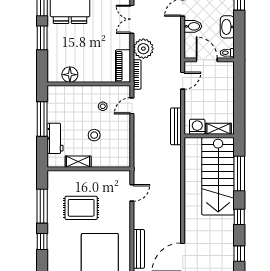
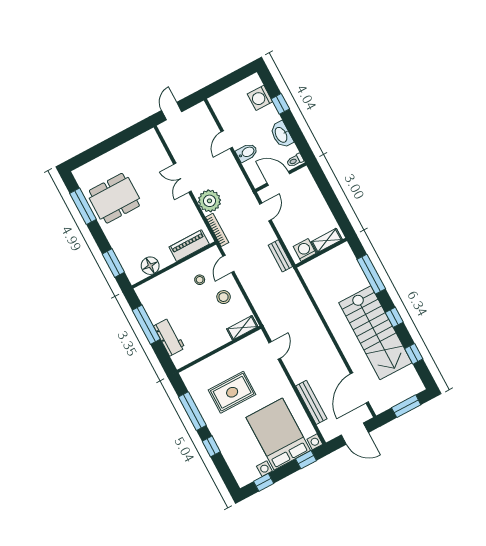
window: (42, 38) -> (113, 263), moved
piano: (123, 66) -> (189, 246), moved, turned 90
bench: (176, 126) -> (280, 256), width x0.73
stool: (94, 135) -> (224, 297), moved
shelving: (78, 162) -> (242, 328), moved
stairs: (218, 176) -> (375, 333), moved

